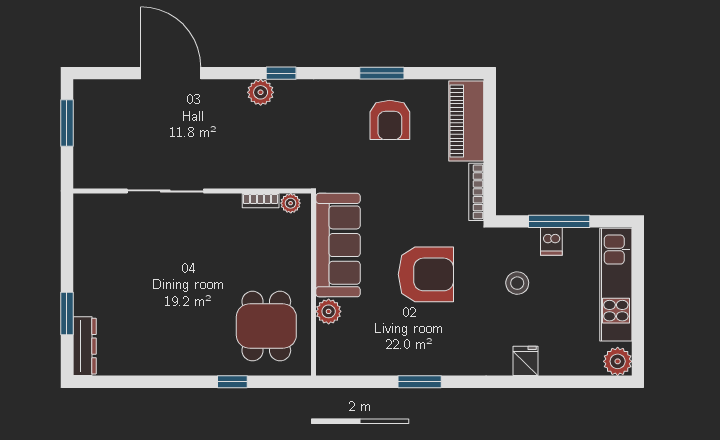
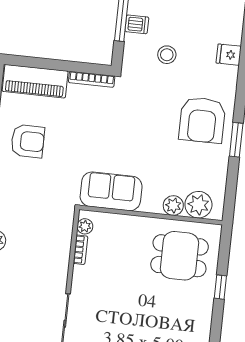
sofa: (338, 245) -> (111, 191), width x0.73
armchair: (426, 274) -> (202, 120), moved, turned 180
plant: (333, 343) -> (198, 205), added

